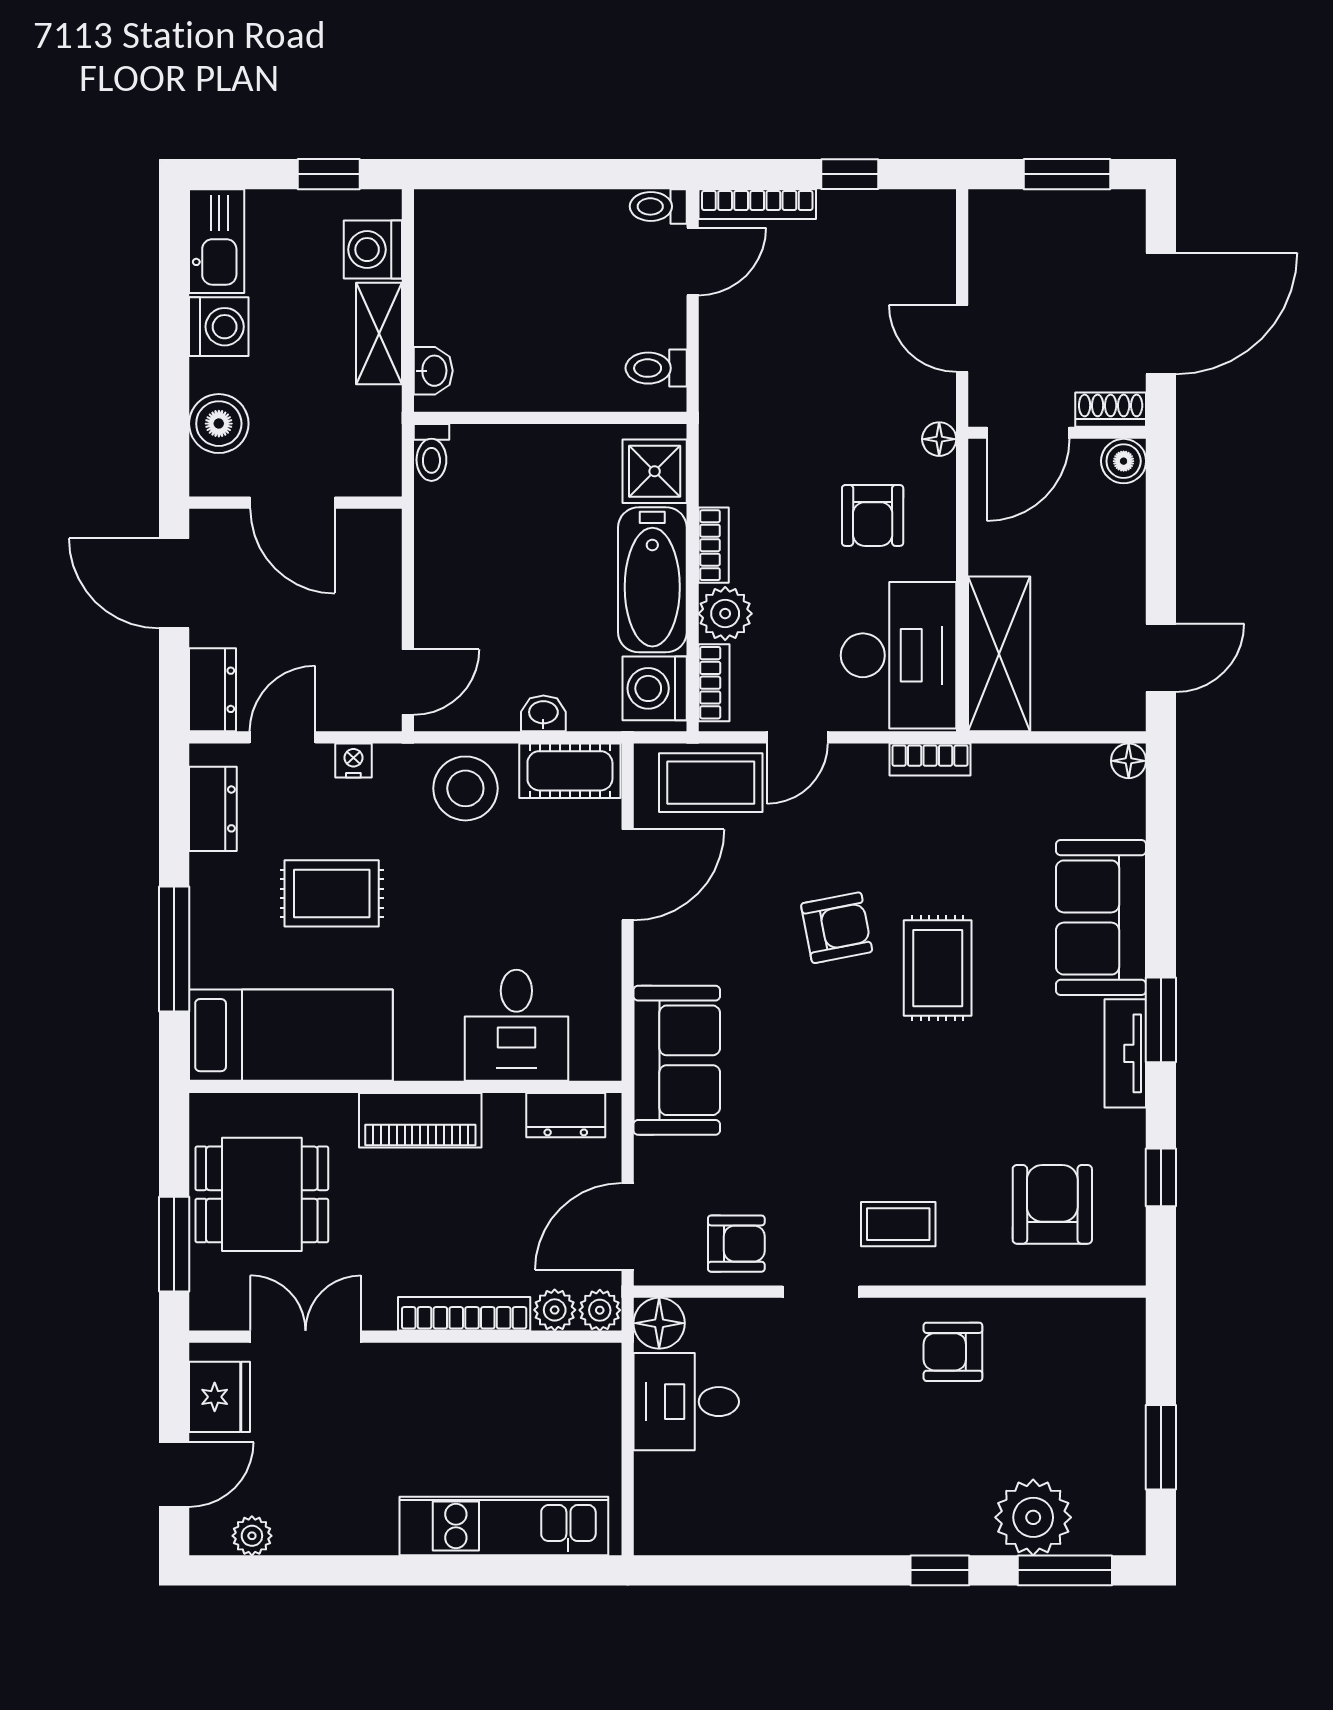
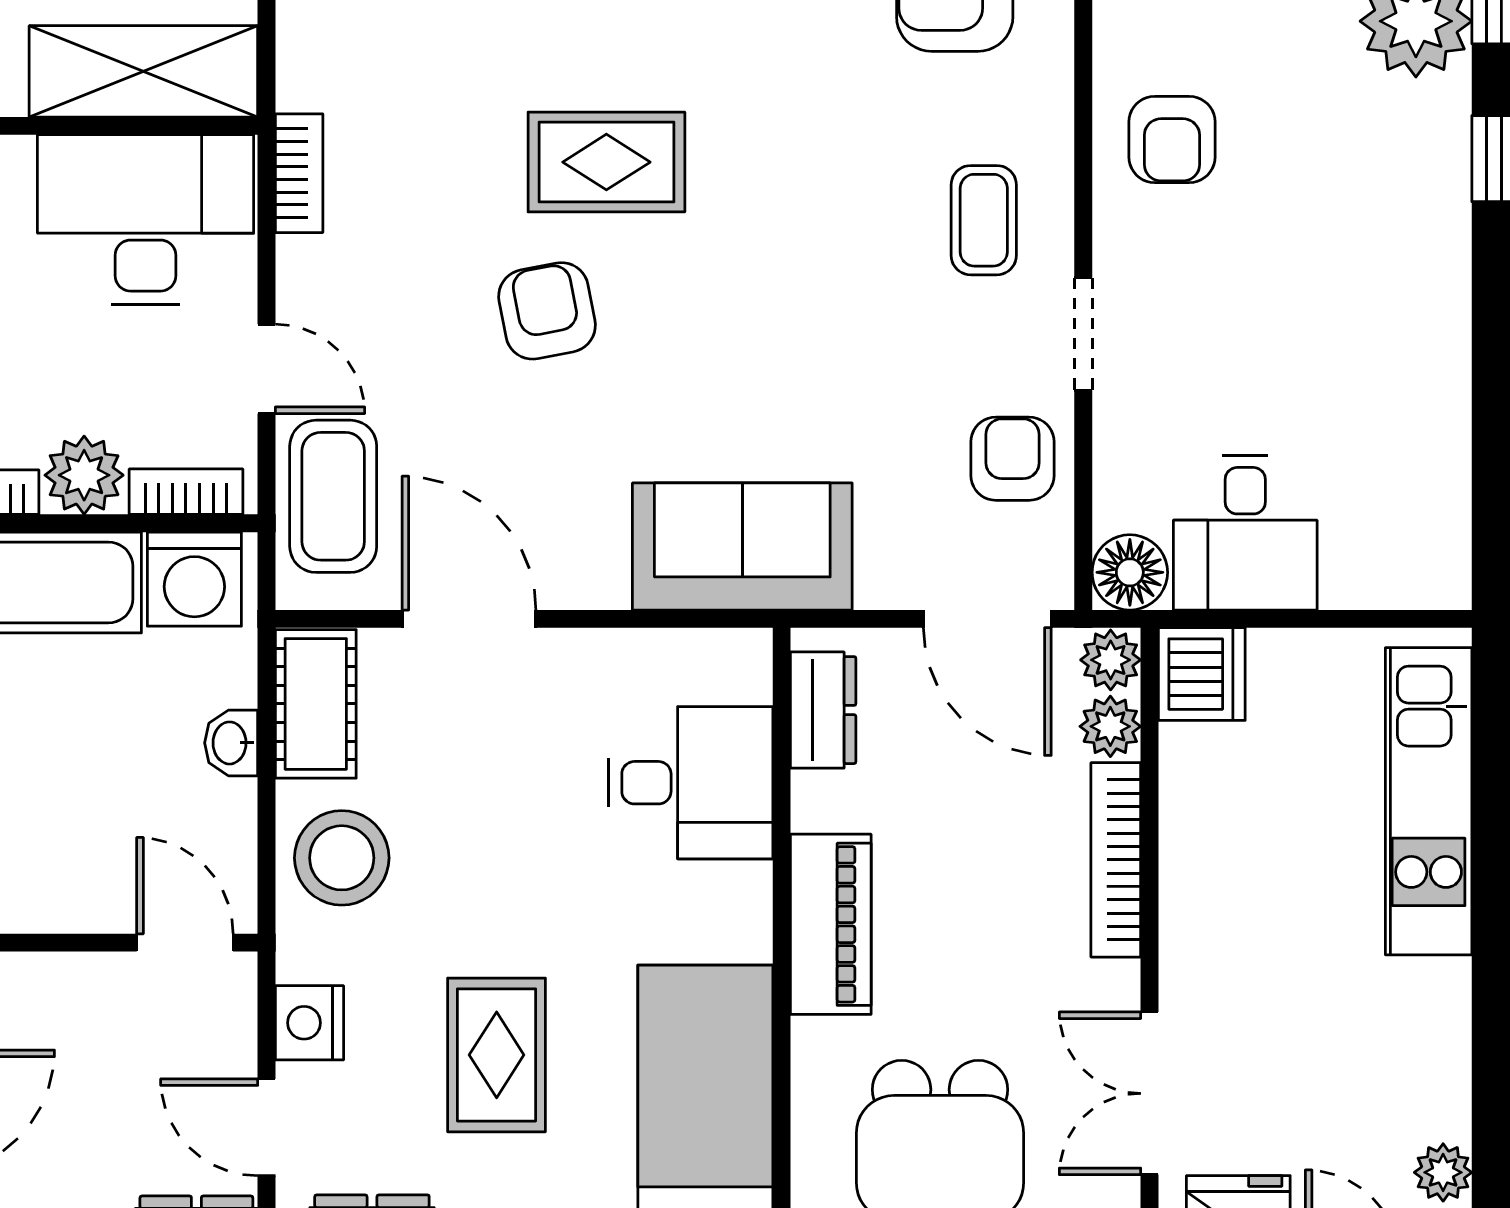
nightstand: (353, 760) -> (309, 1023), width x1.39, depth x1.35
dishwasher: (590, 1372) -> (1202, 674), added

